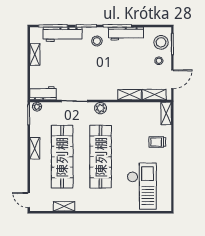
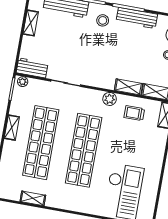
plant: (101, 108) -> (110, 99), moved
trolley: (157, 142) -> (134, 113), moved

